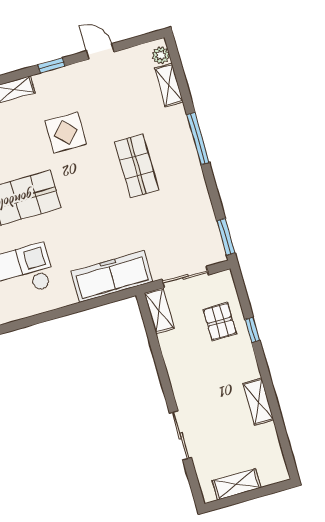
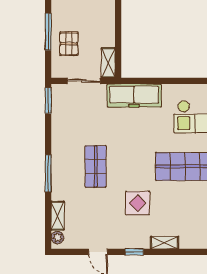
window: (252, 330) -> (48, 32), width x2.17

